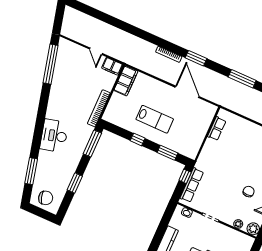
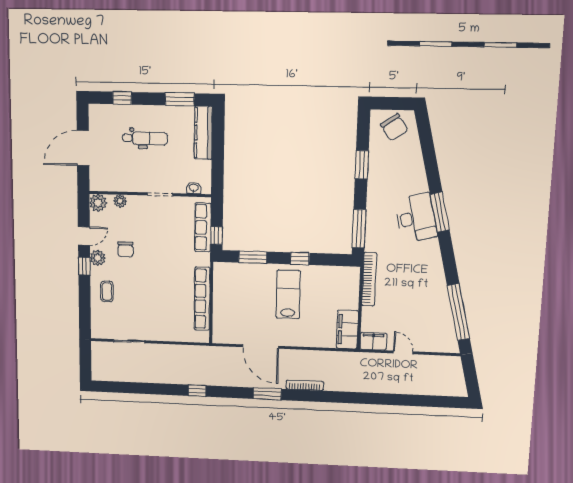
window: (242, 79) -> (197, 391), width x0.46
lab bench: (155, 119) -> (288, 294), turned 90
row of seats: (217, 129) -> (202, 299), width x2.02
window: (31, 171) -> (440, 212), moved
chair: (46, 198) -> (394, 127), turned -108

